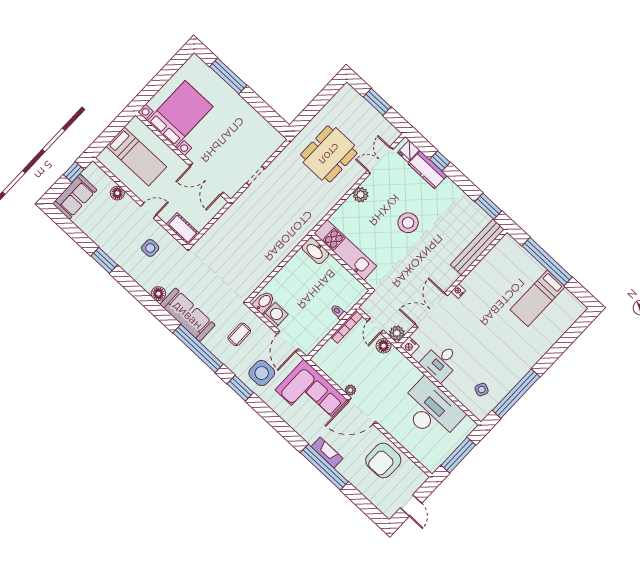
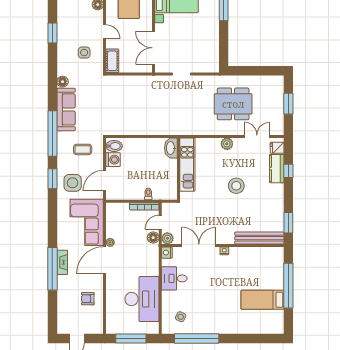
door: (362, 411) -> (105, 260), hinge flipped
armchair: (383, 460) -> (88, 299), width x0.53, depth x0.53

